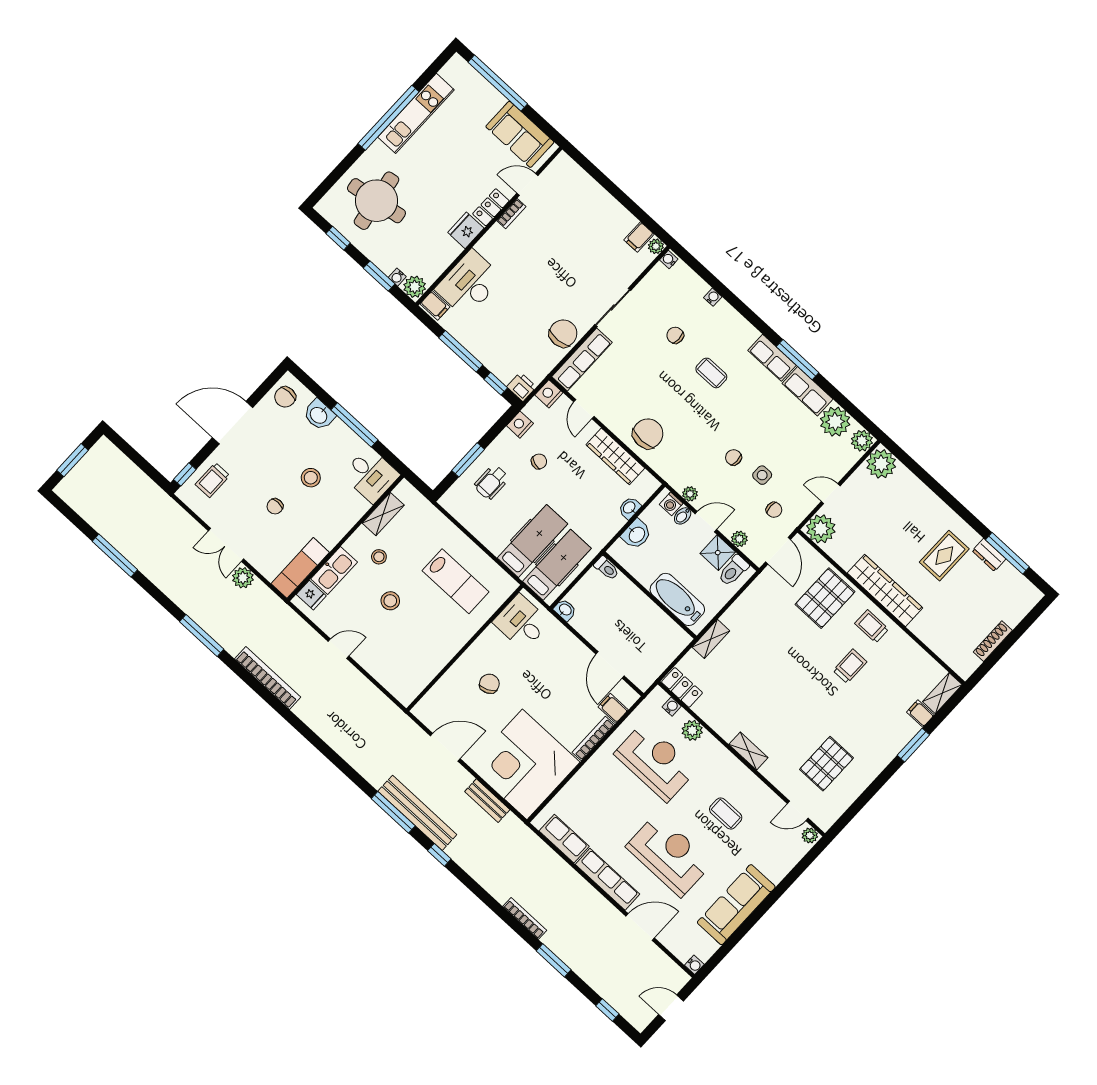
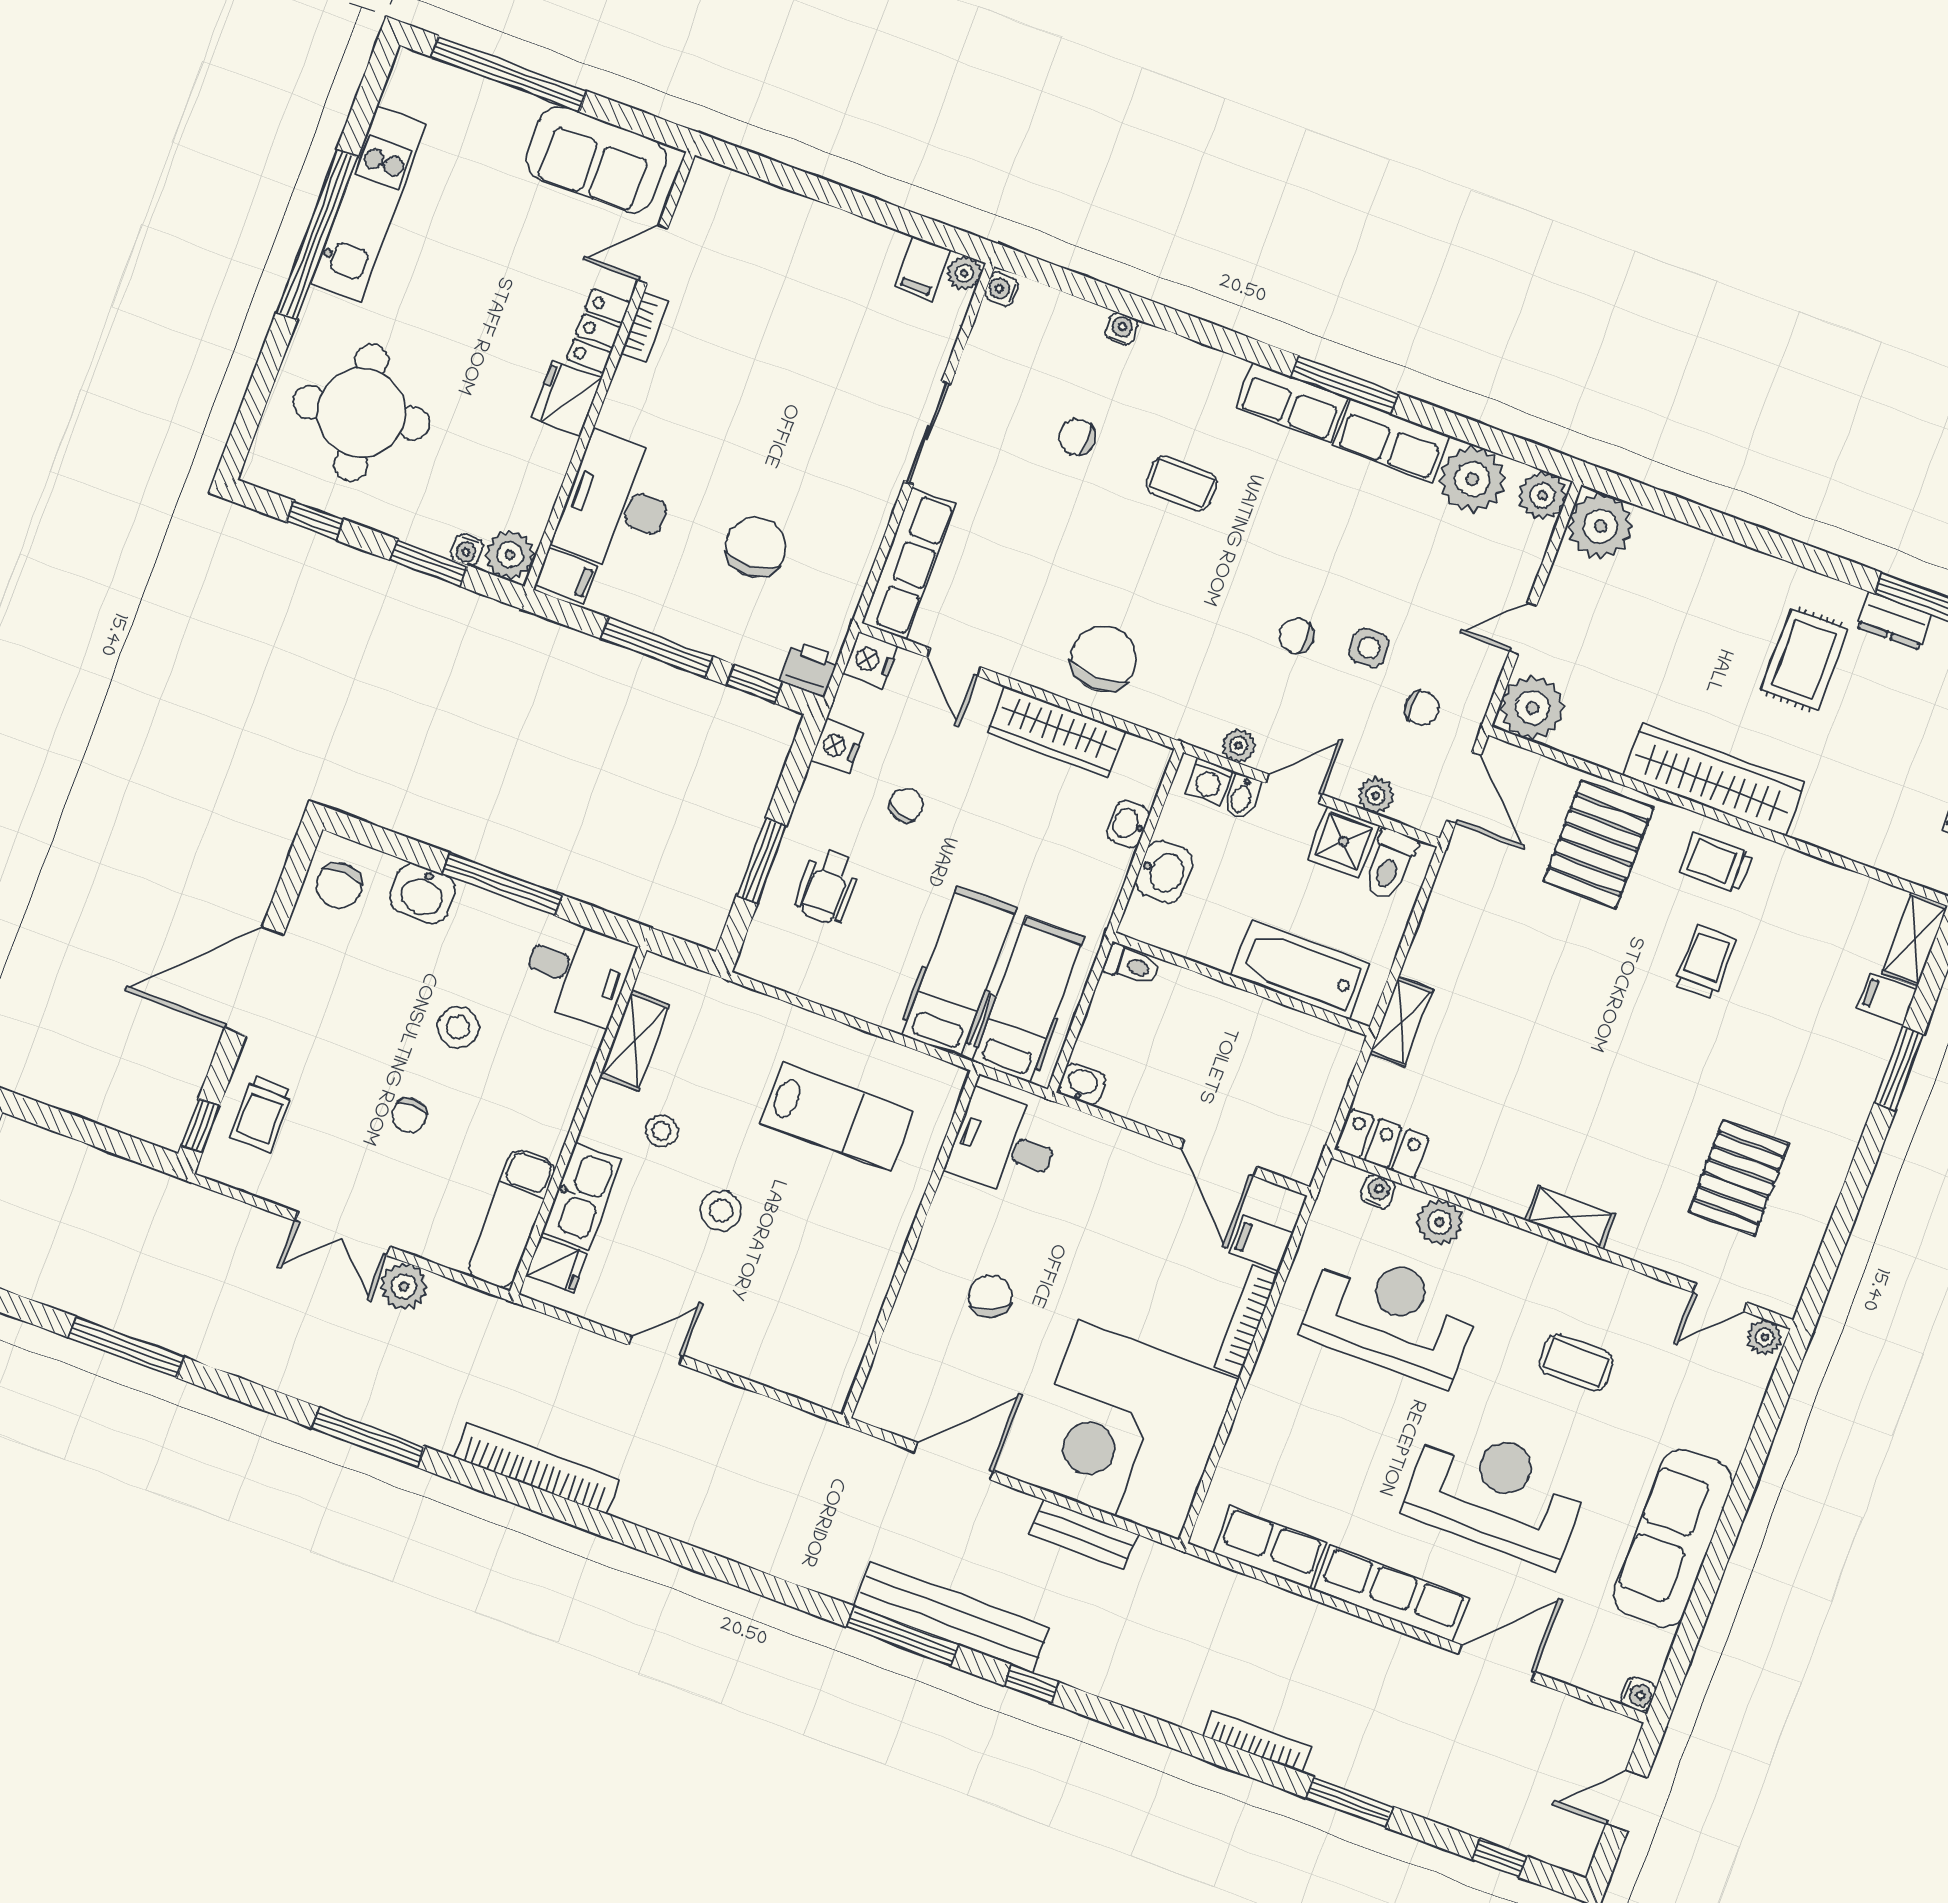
chair: (563, 333) -> (756, 547), moved

